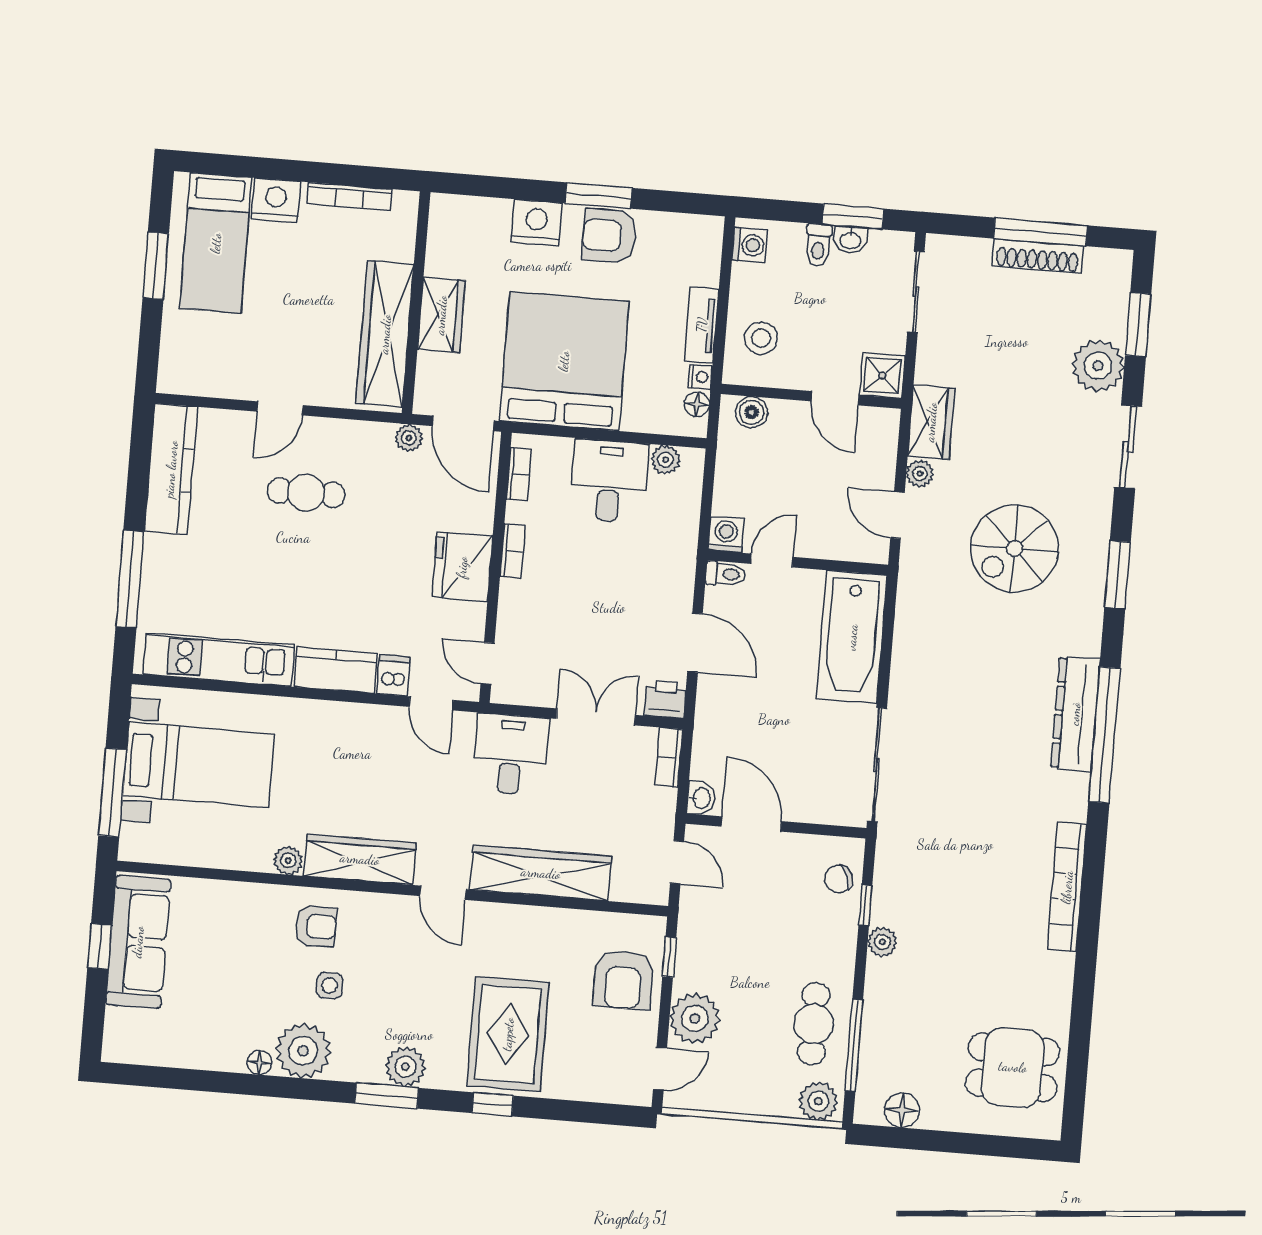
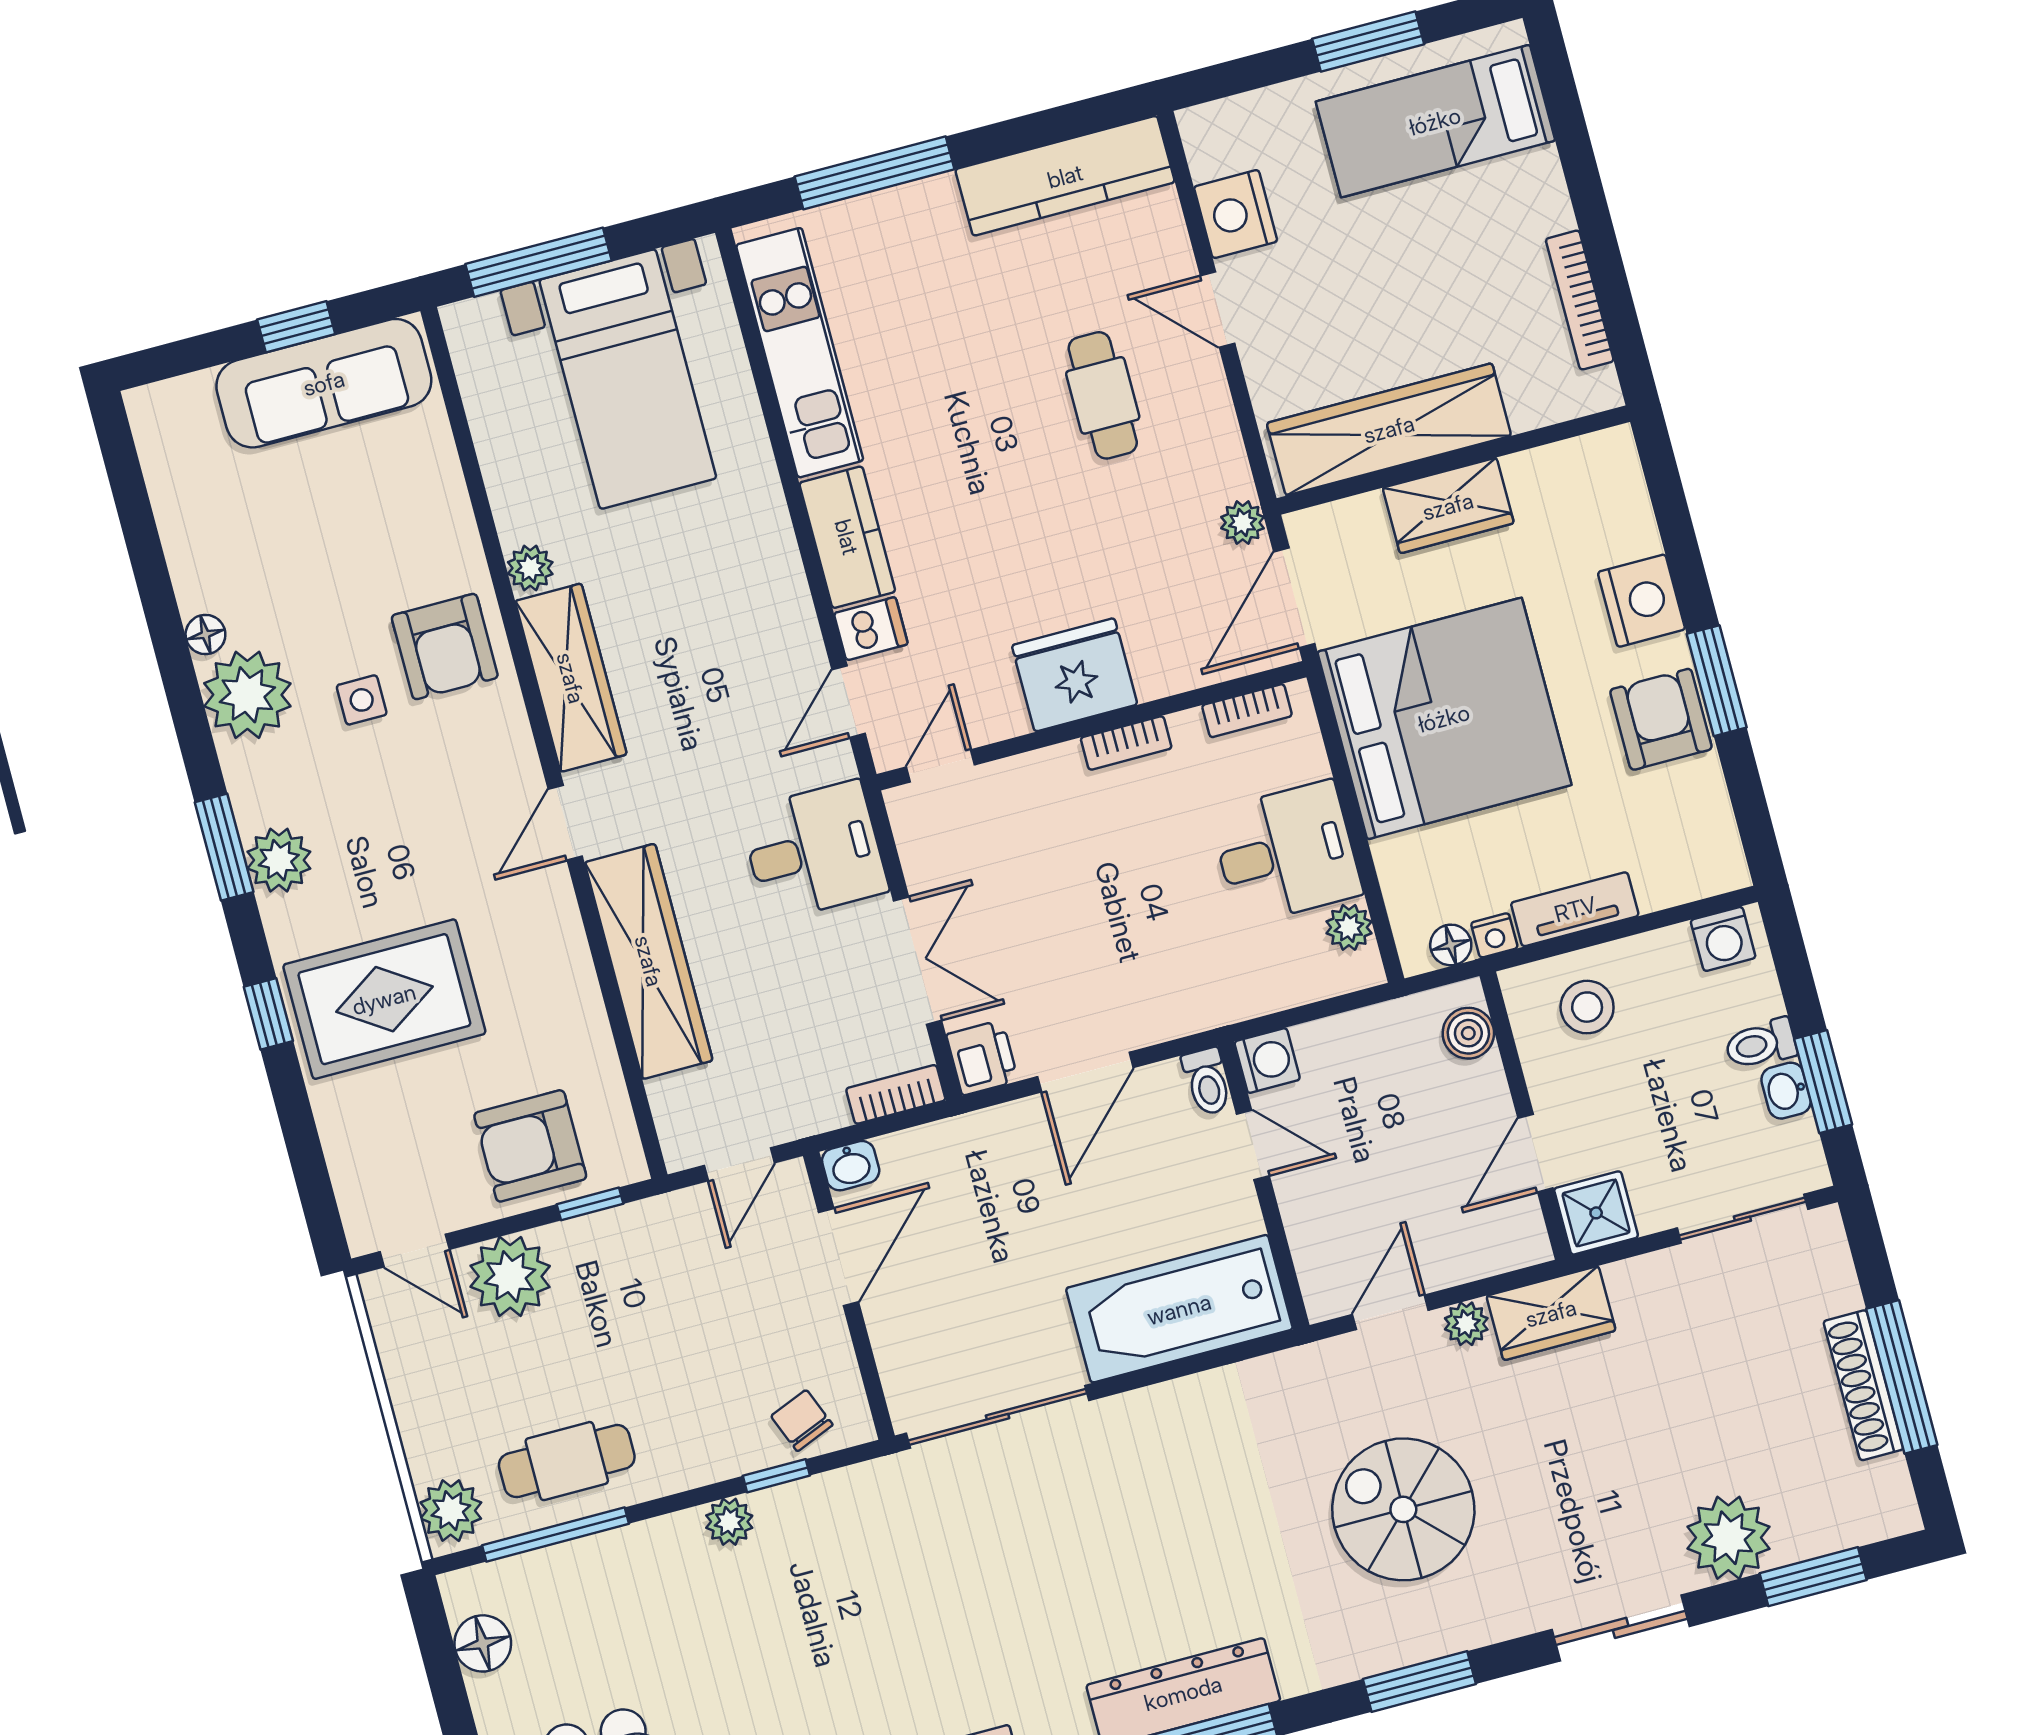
nightstand: (276, 200) -> (1236, 214), moved, turned 180
armchair: (316, 926) -> (445, 647), width x1.38, depth x1.38

